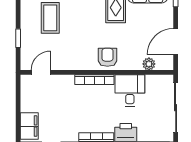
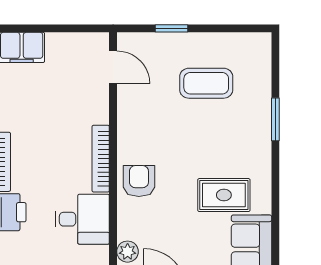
armchair: (107, 57) -> (139, 181), turned -90

